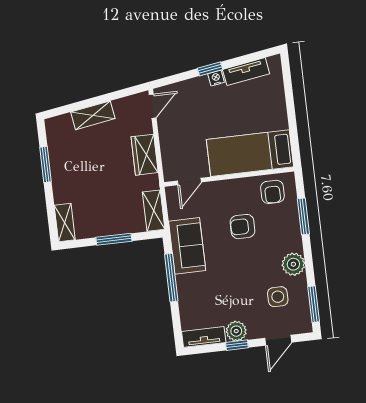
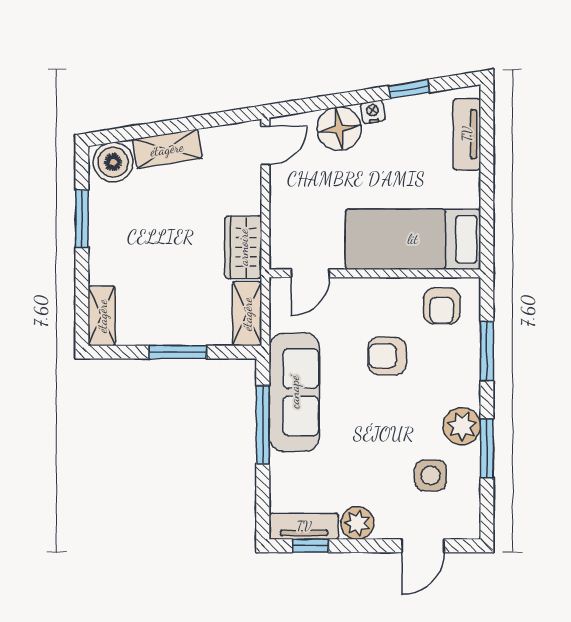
window: (210, 69) -> (409, 89), moved
tv unit: (246, 72) -> (467, 134), moved, turned 99
floor lamp: (197, 91) -> (339, 129), added
boiler: (61, 128) -> (113, 162), added
wardrobe: (145, 155) -> (243, 247), moved
sofa: (187, 246) -> (294, 392), width x1.36
window: (314, 304) -> (487, 448), moved
window: (237, 345) -> (310, 546), moved

